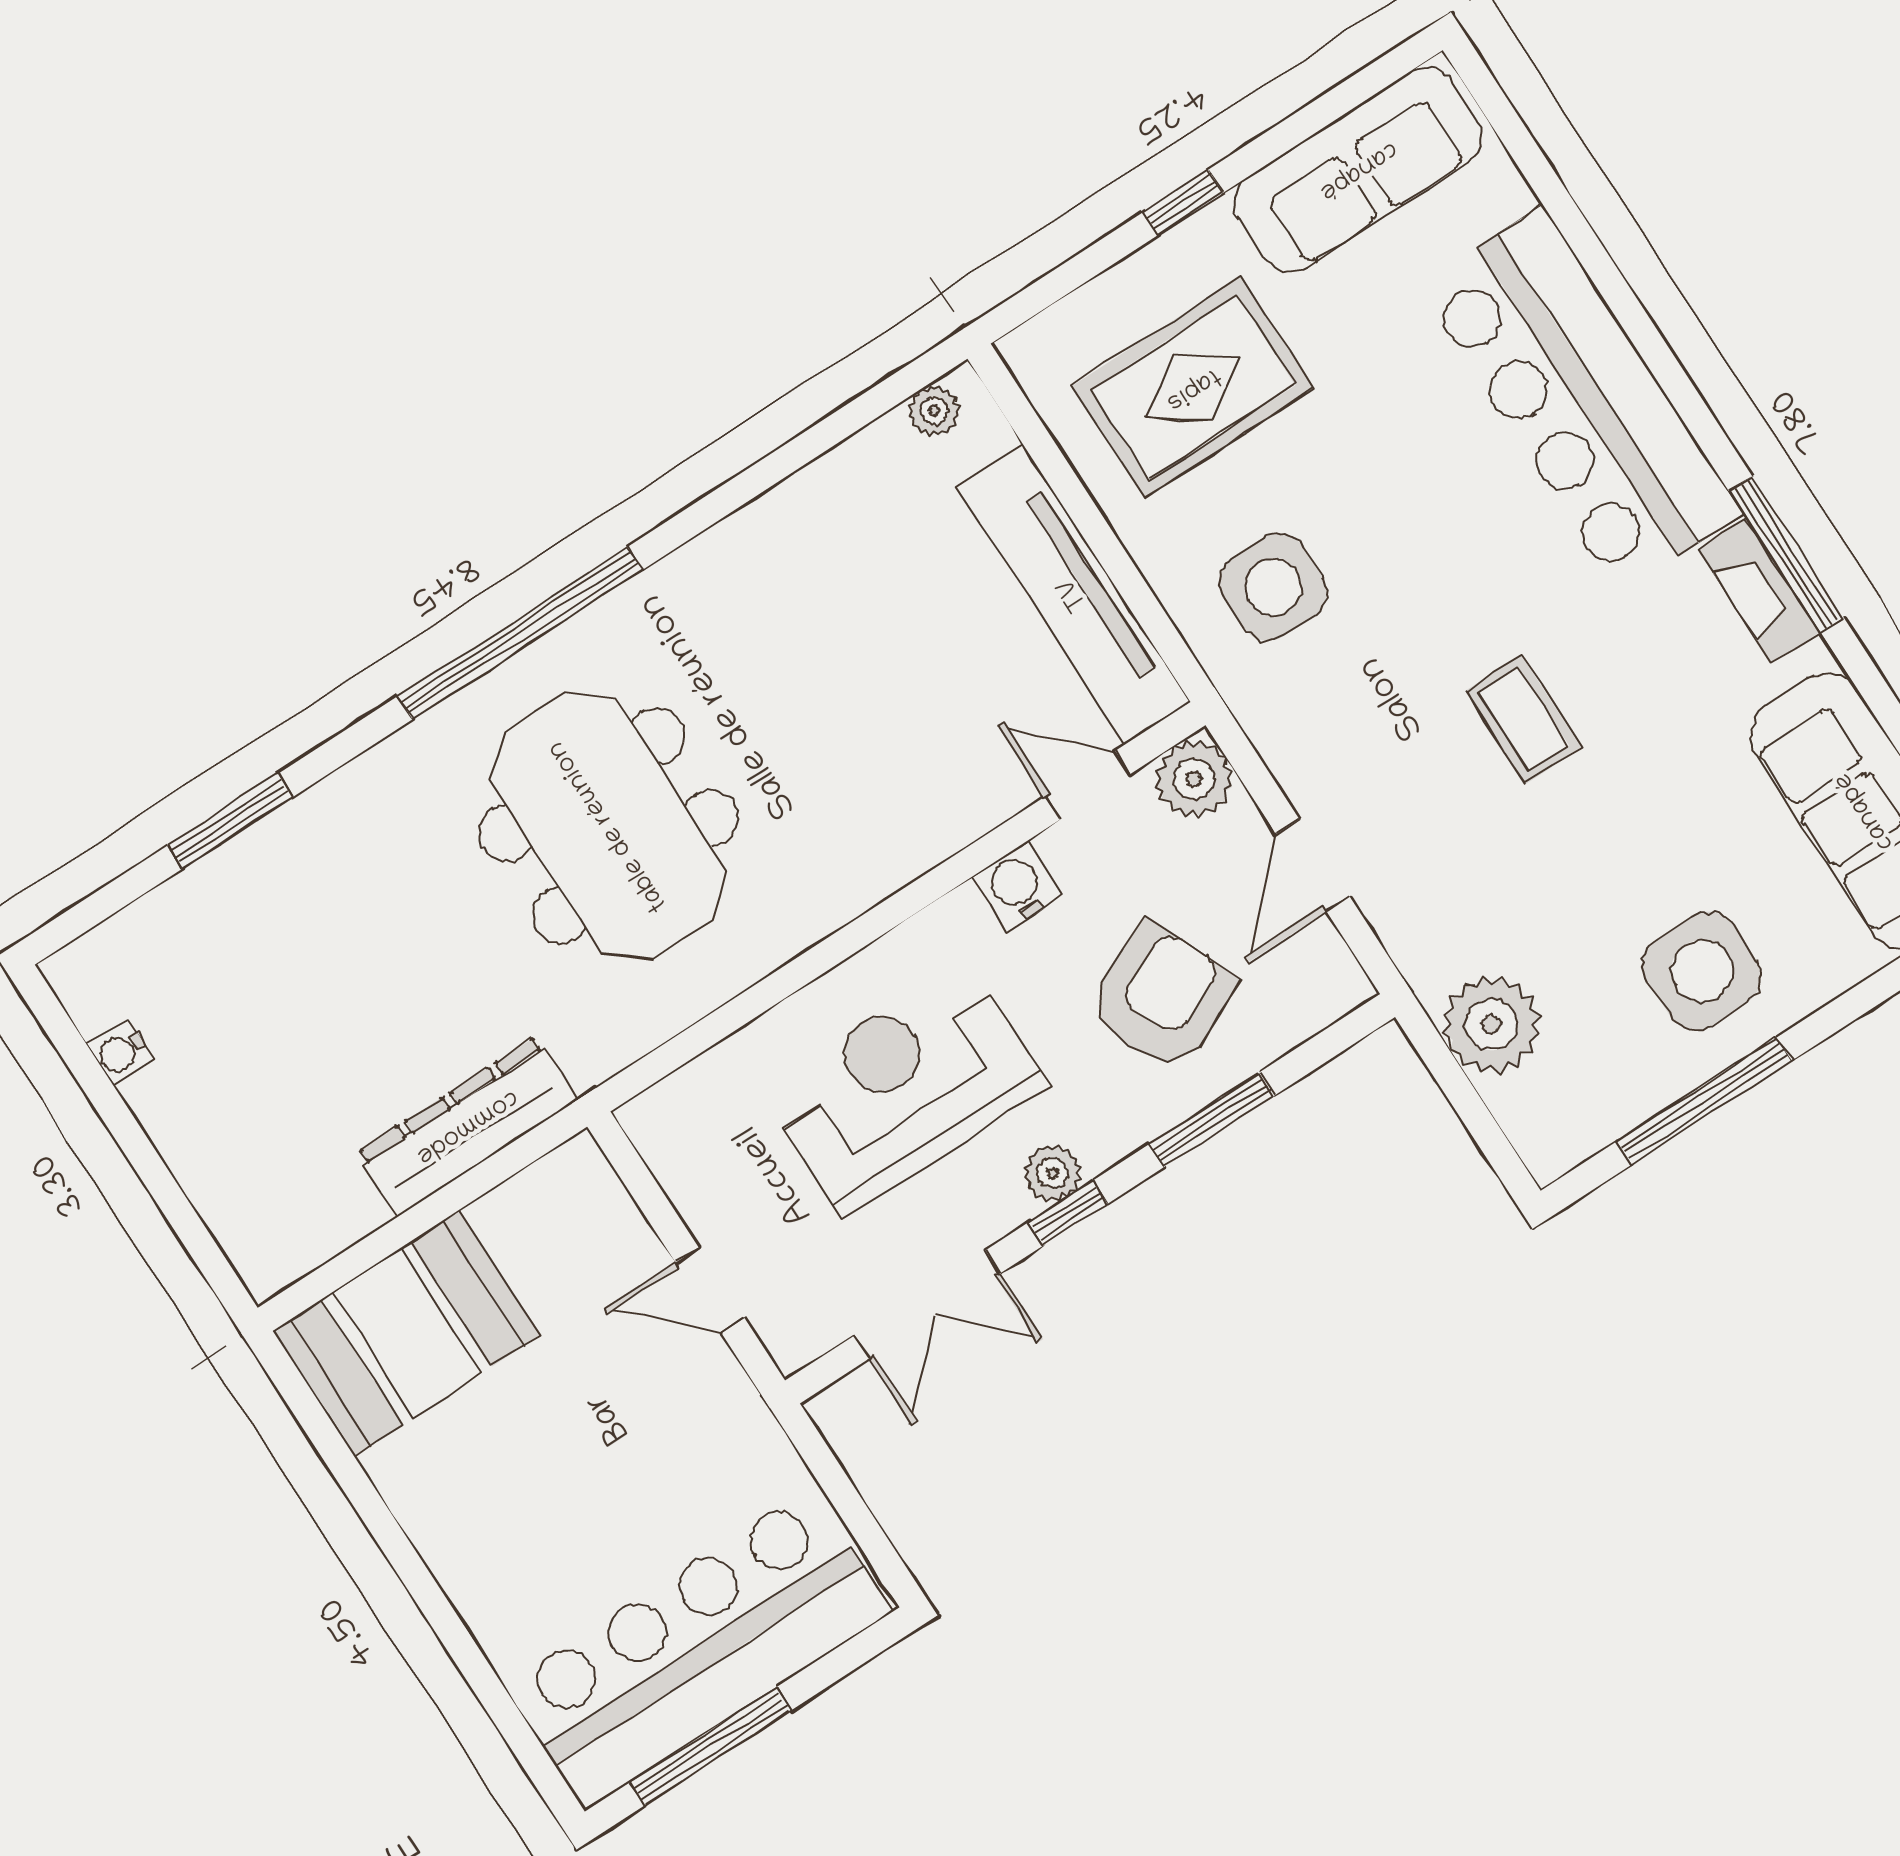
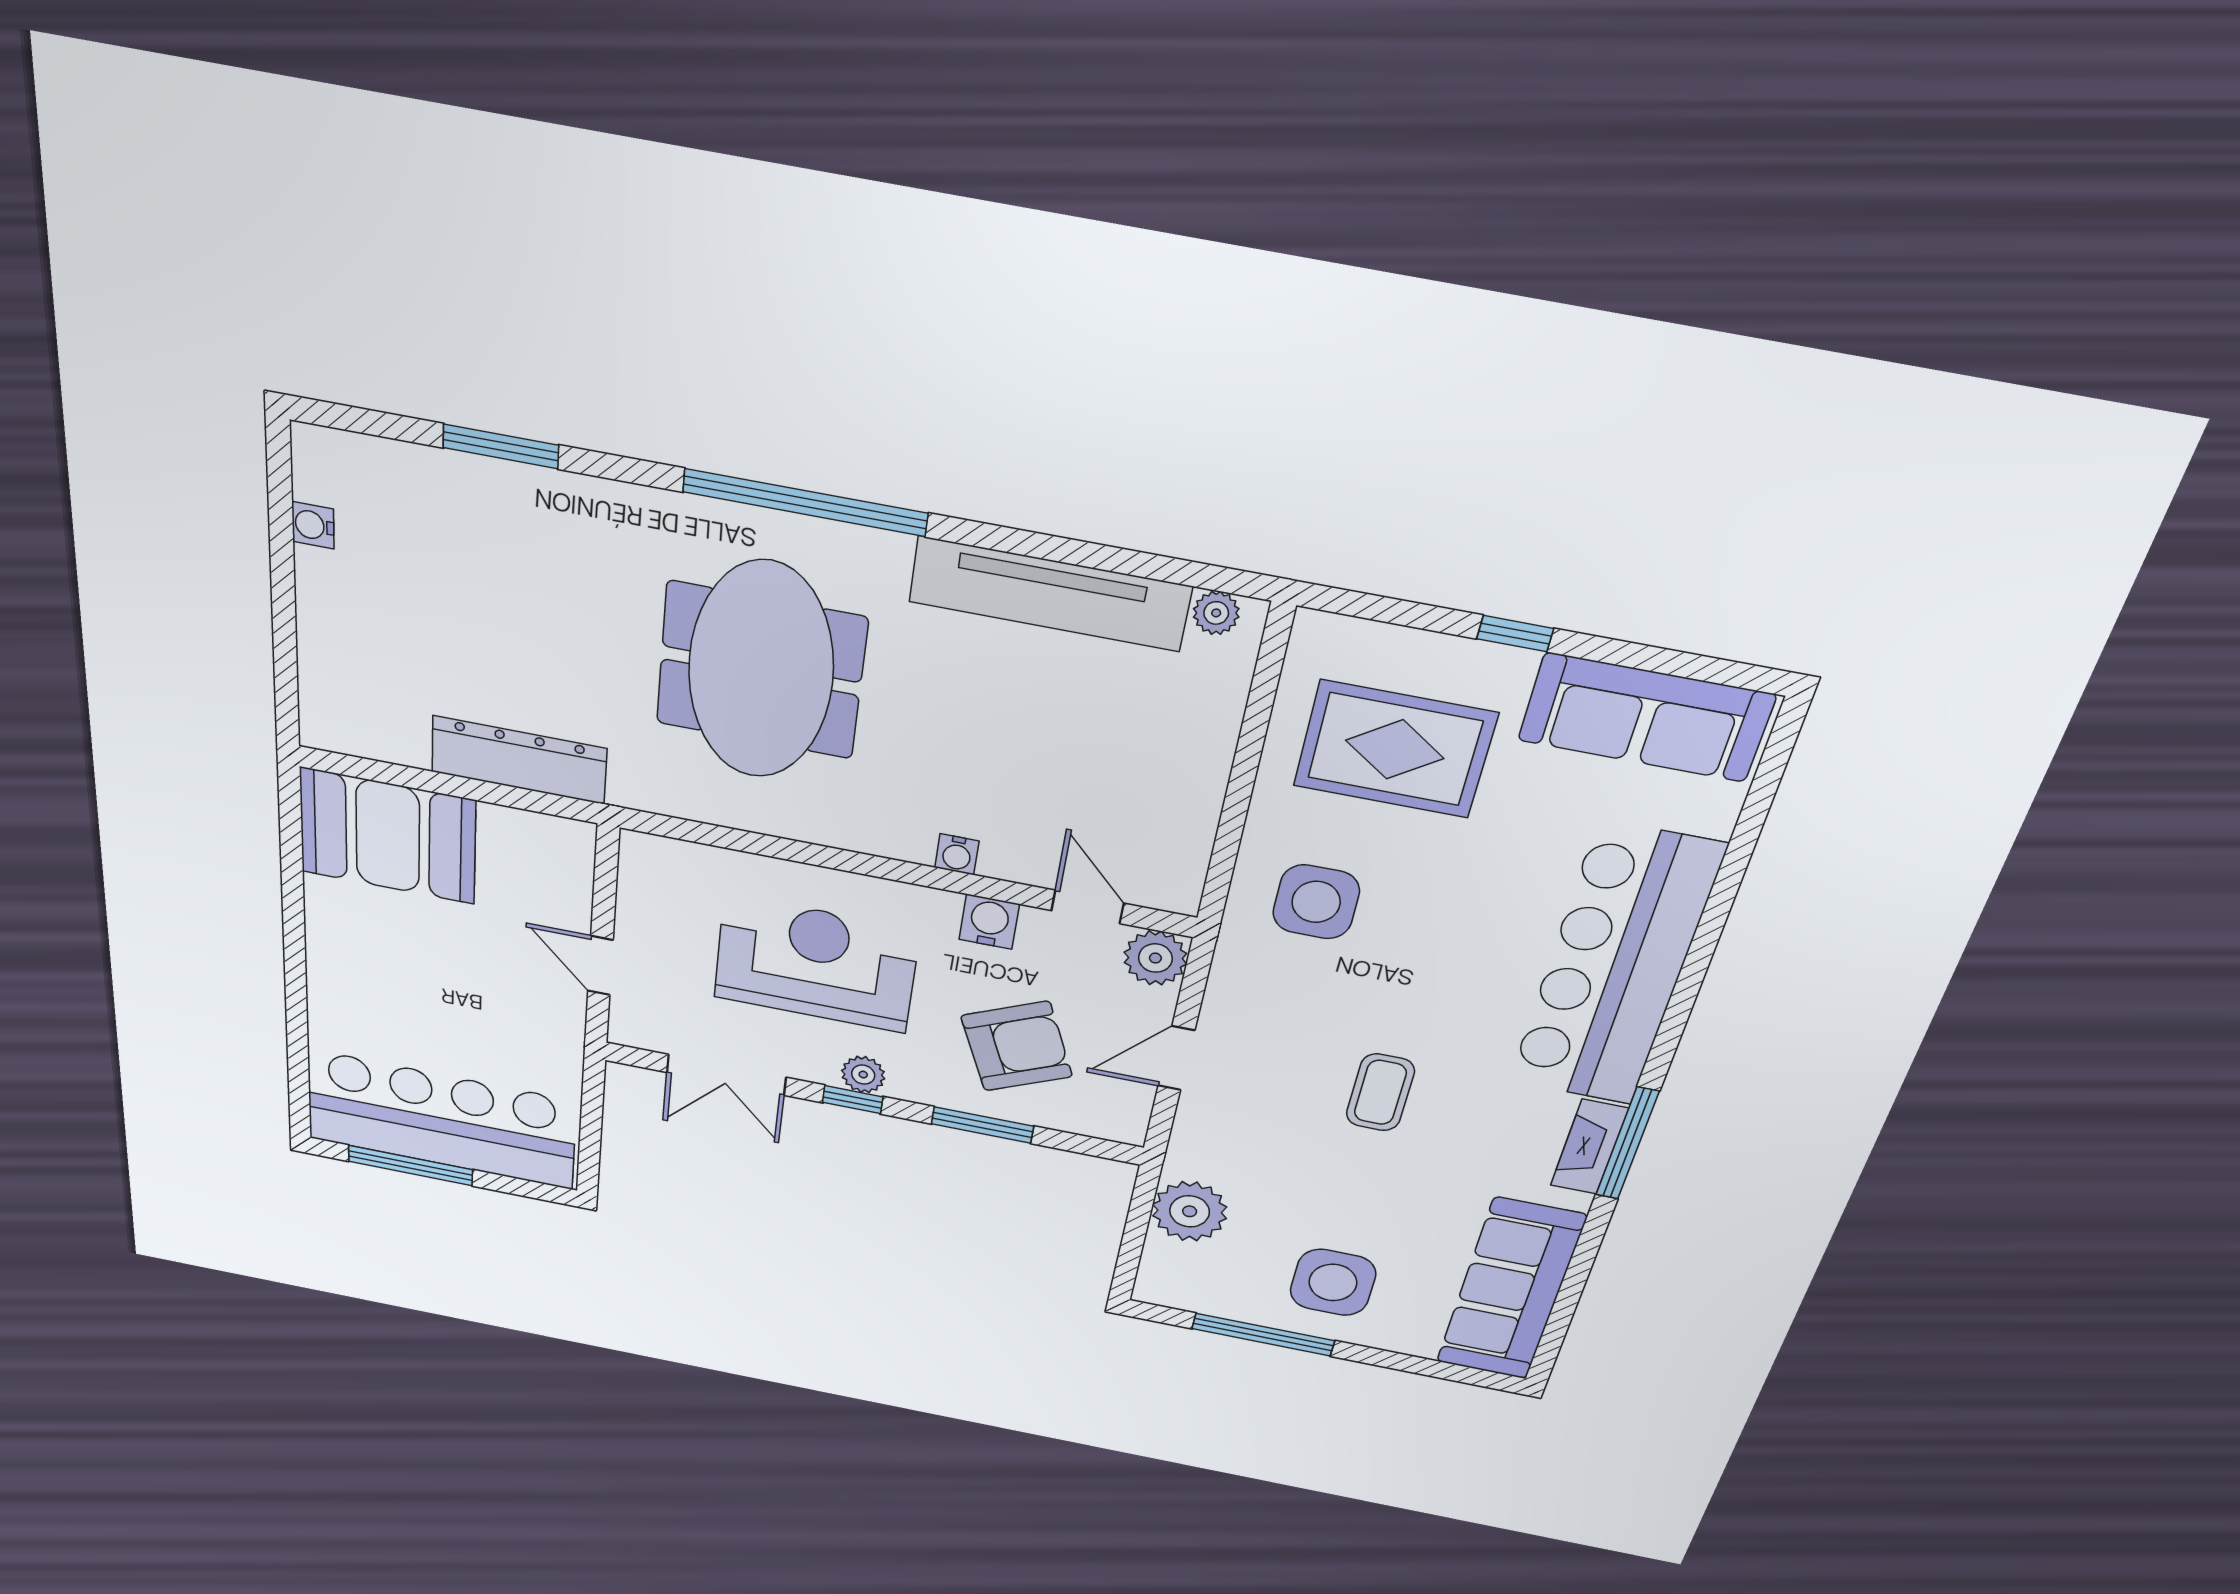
tv unit: (1074, 594) -> (1050, 594), moved, turned -90
water cooler: (928, 844) -> (957, 854), added

